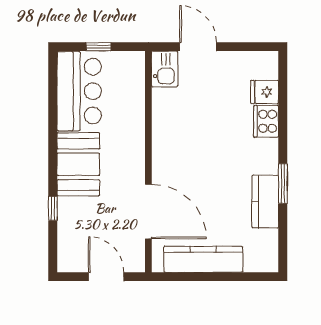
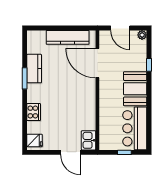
fridge: (265, 92) -> (35, 140), moved
plant: (66, 264) -> (142, 35), added

